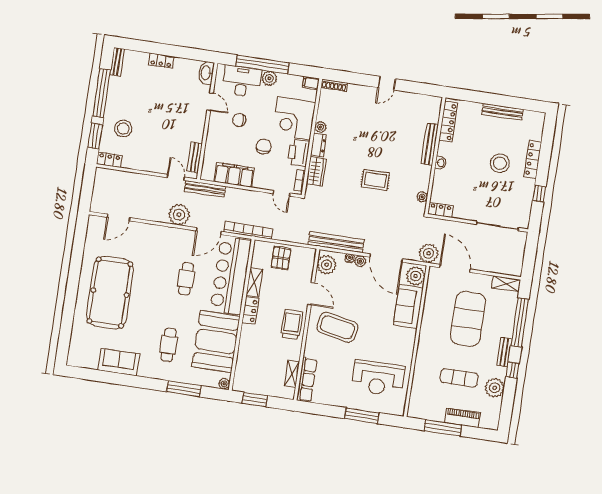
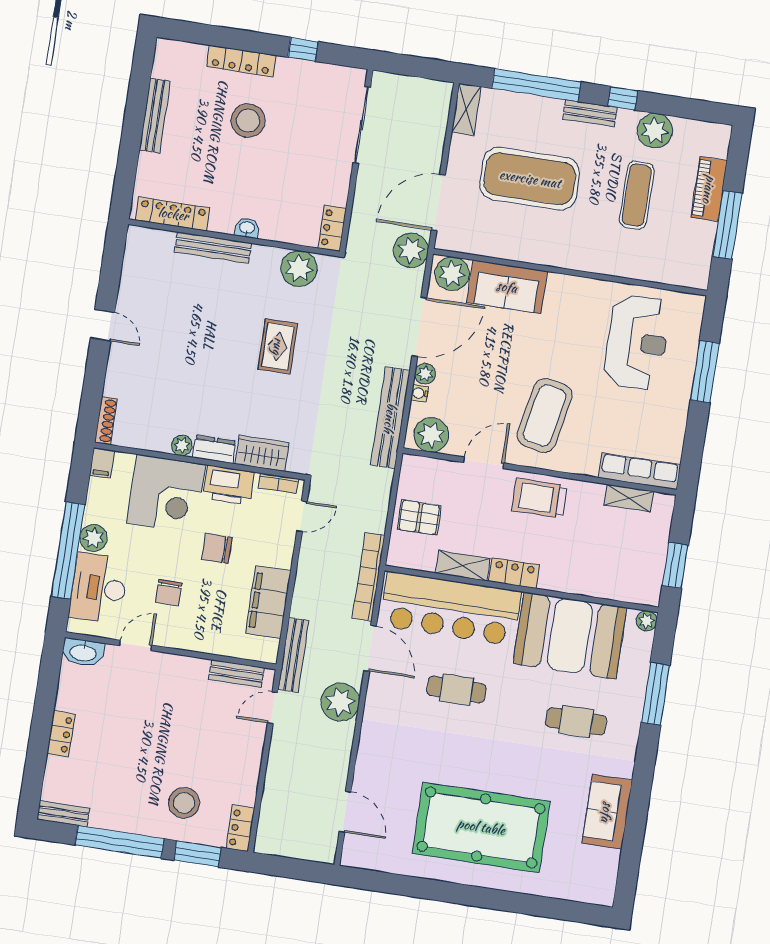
plant: (422, 197) -> (299, 269), width x1.88, depth x1.88

